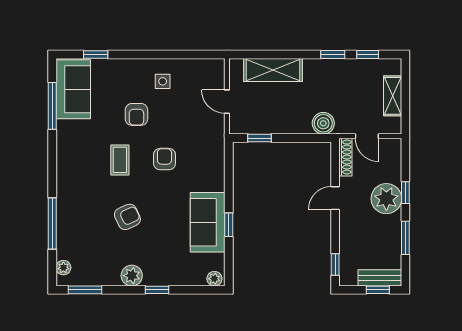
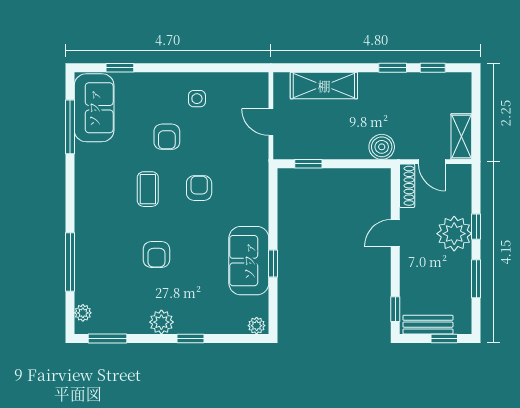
shelving: (393, 96) -> (461, 137), moved
armchair: (127, 217) -> (156, 255), turned 115
bench: (380, 278) -> (428, 325), moved

